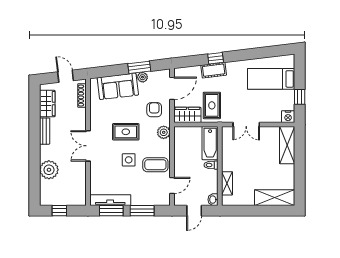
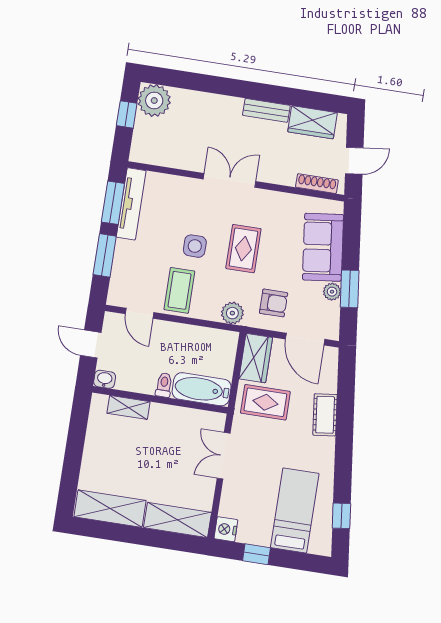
window: (216, 58) -> (341, 516), moved
plant: (49, 170) -> (154, 101), moved
shelving: (275, 198) -> (110, 509), moved, turned 90

